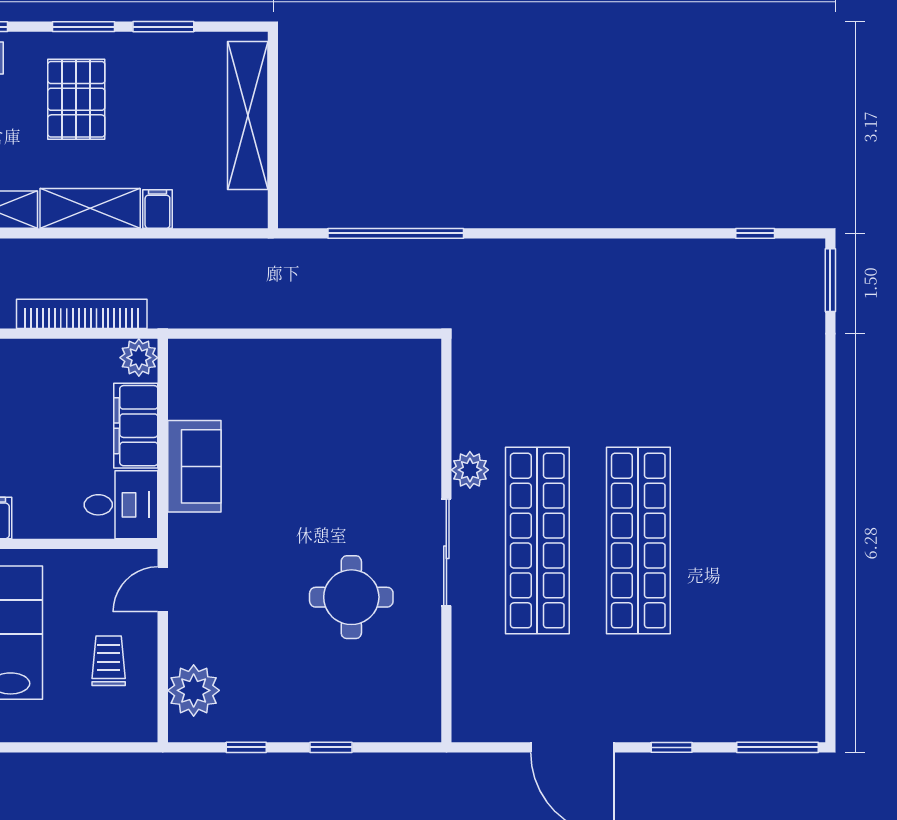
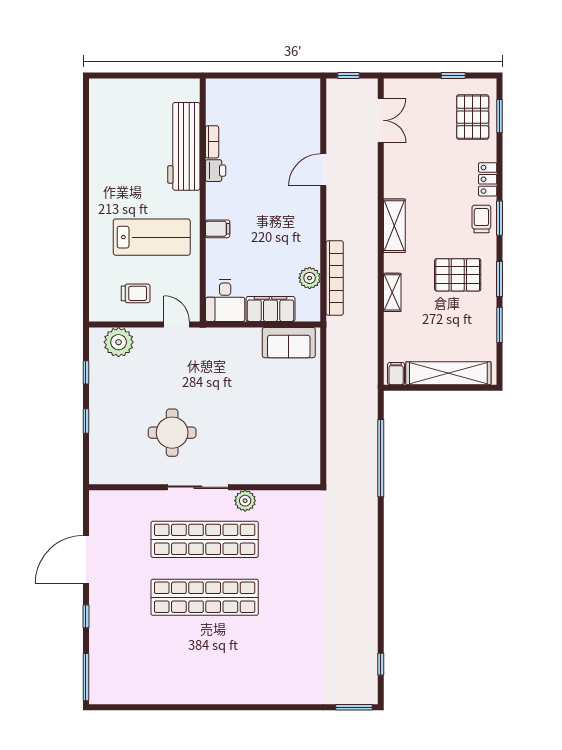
shelving: (90, 208) -> (392, 292), width x0.67, depth x0.75
filing cabinet: (157, 209) -> (396, 374), moved, turned -90
plant: (139, 358) -> (310, 278), moved
sofa: (194, 466) -> (289, 343), moved

